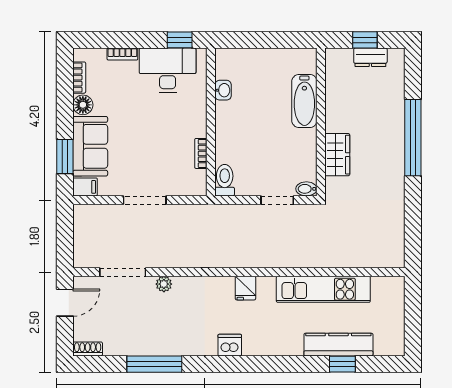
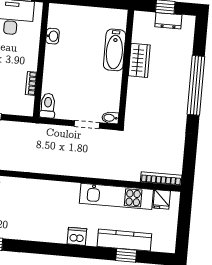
wardrobe: (337, 155) -> (139, 60), moved
bookcase: (379, 261) -> (161, 179), added
fridge: (245, 288) -> (162, 199), moved
dishwasher: (230, 345) -> (77, 236), moved

